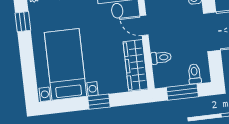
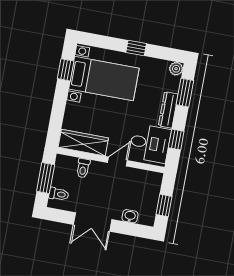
window: (23, 22) -> (136, 48), moved
window: (99, 102) -> (66, 70), moved

